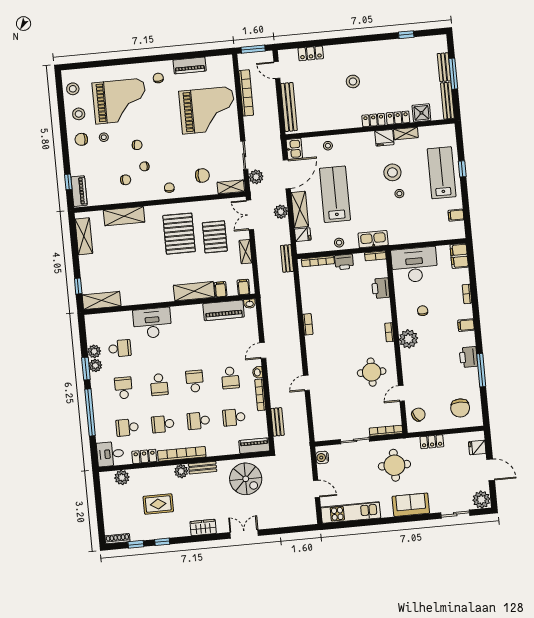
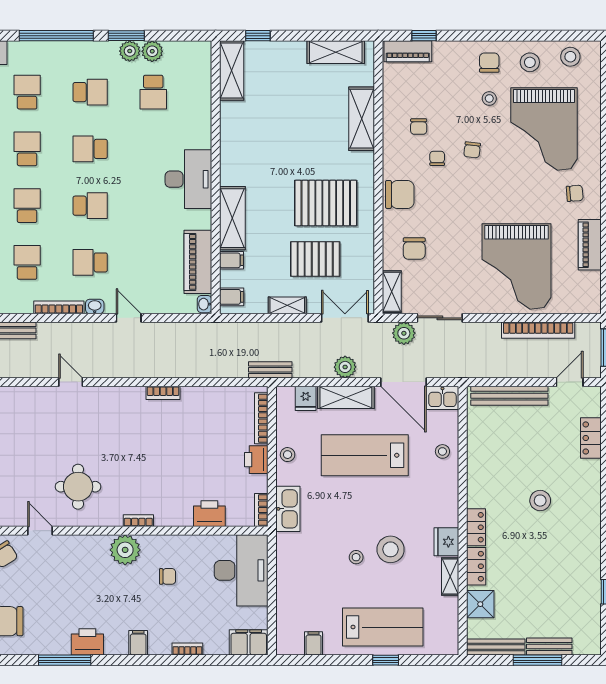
chair: (169, 188) -> (400, 194), width x1.87, depth x1.87
lab bench: (335, 194) -> (365, 455), turned 180
desk: (152, 323) -> (188, 179), moved

